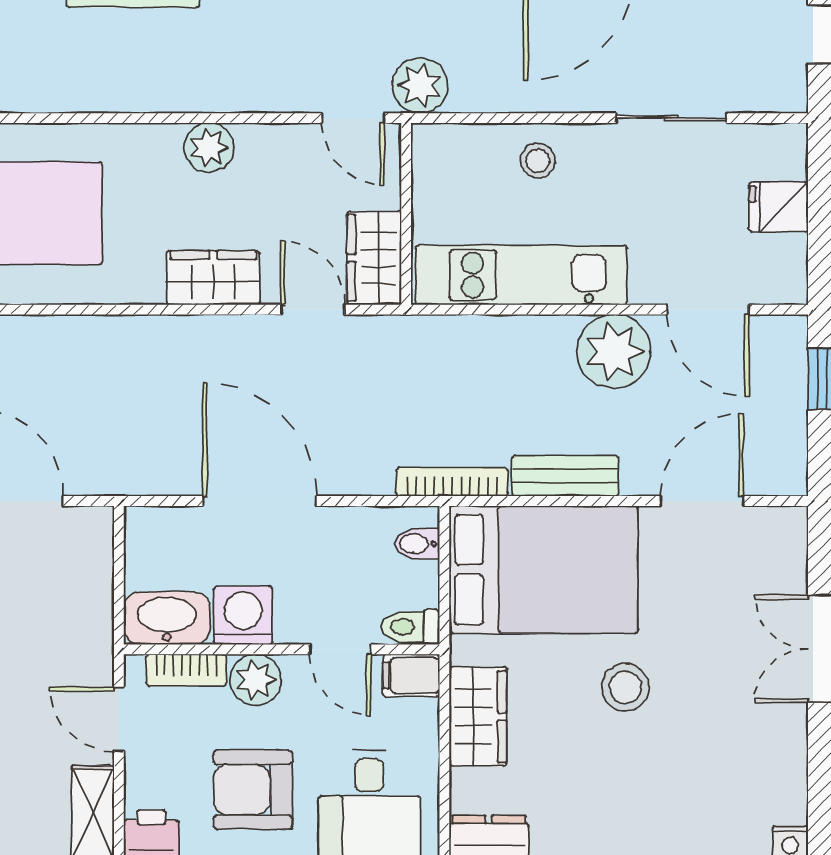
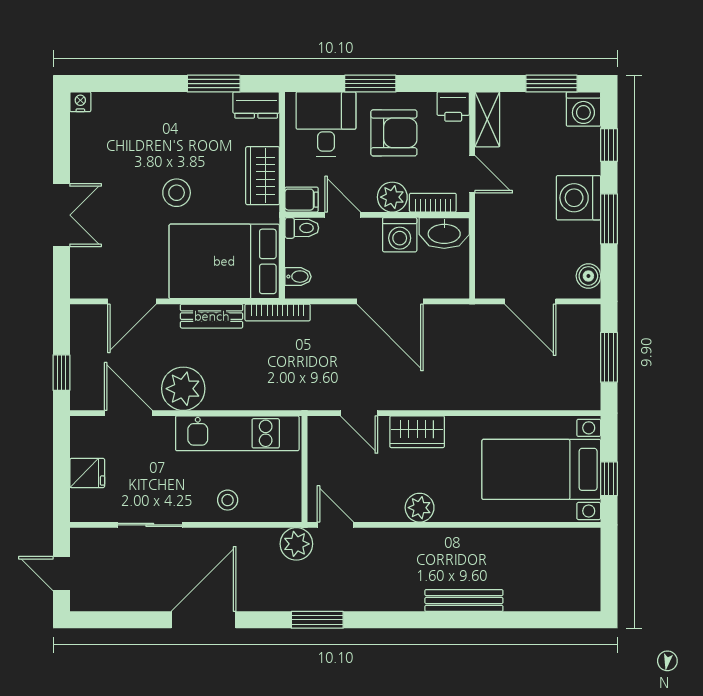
wardrobe: (374, 258) -> (323, 443), removed

